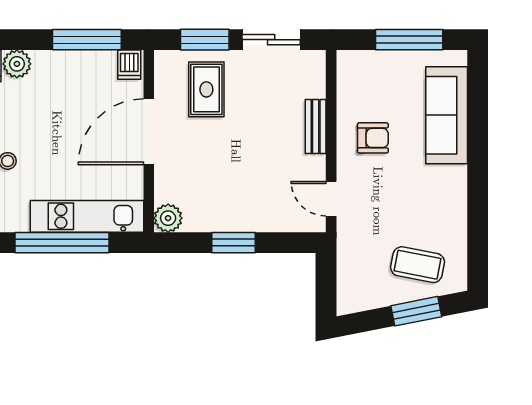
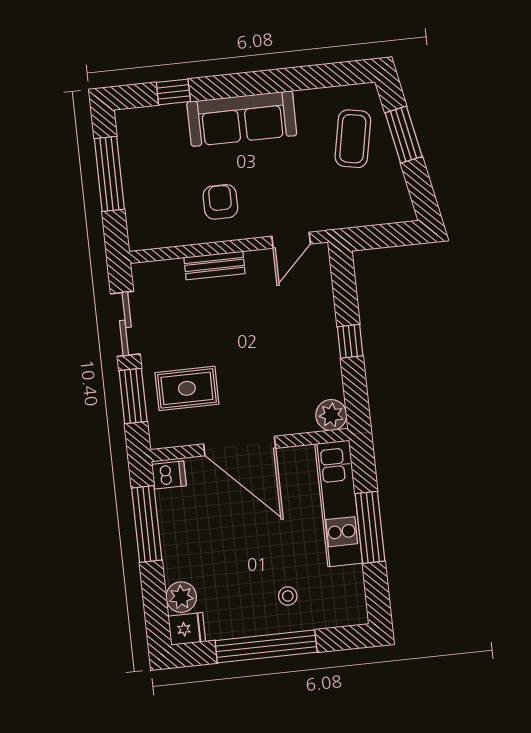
window: (478, 106) -> (173, 92), added
sofa: (447, 115) -> (242, 119), moved
window: (62, 243) -> (370, 527), width x0.68
window: (233, 243) -> (350, 341), width x0.67

